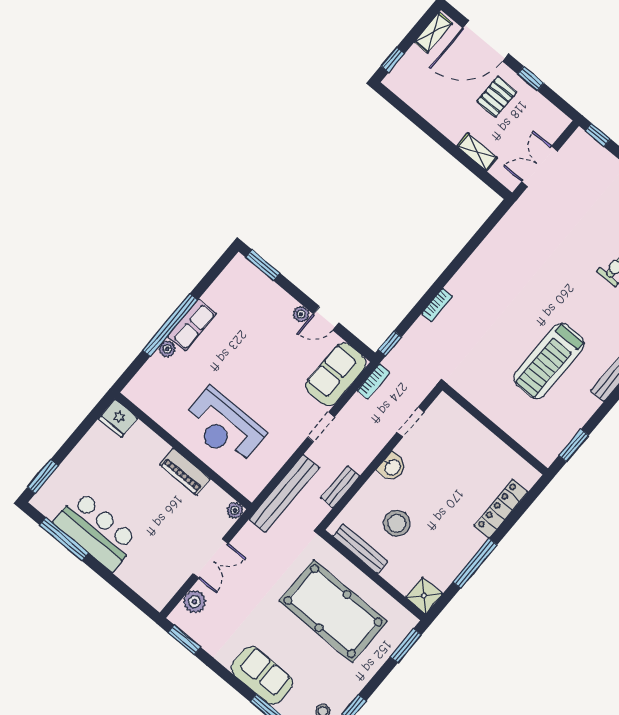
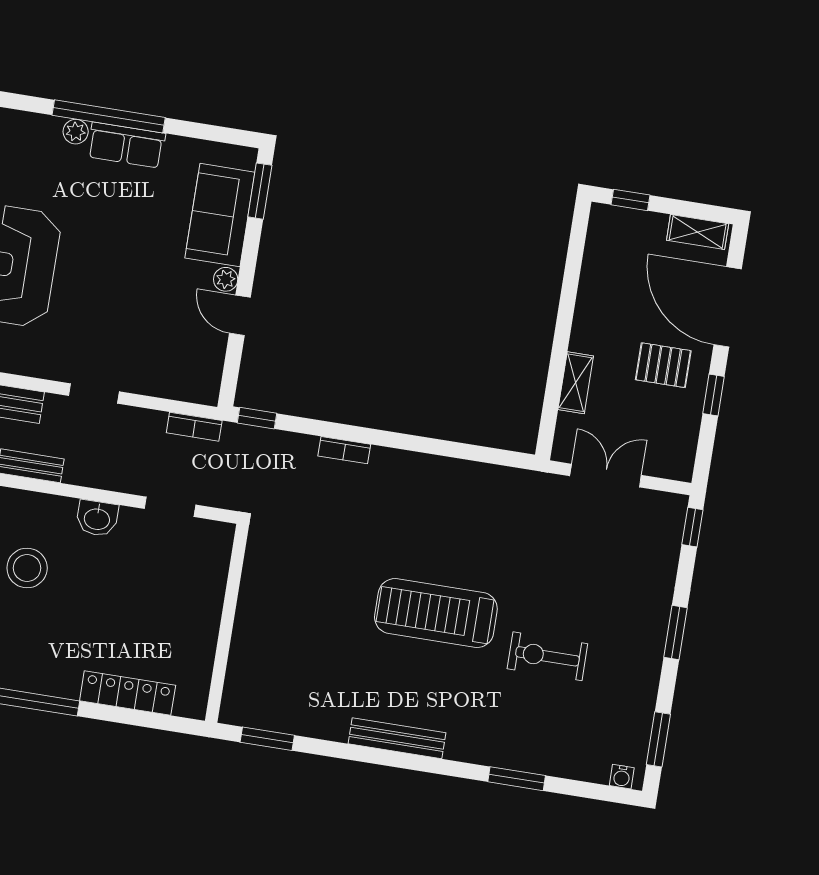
treadmill: (549, 361) -> (436, 613), moved
sofa: (336, 374) -> (220, 215), moved, turned -90

